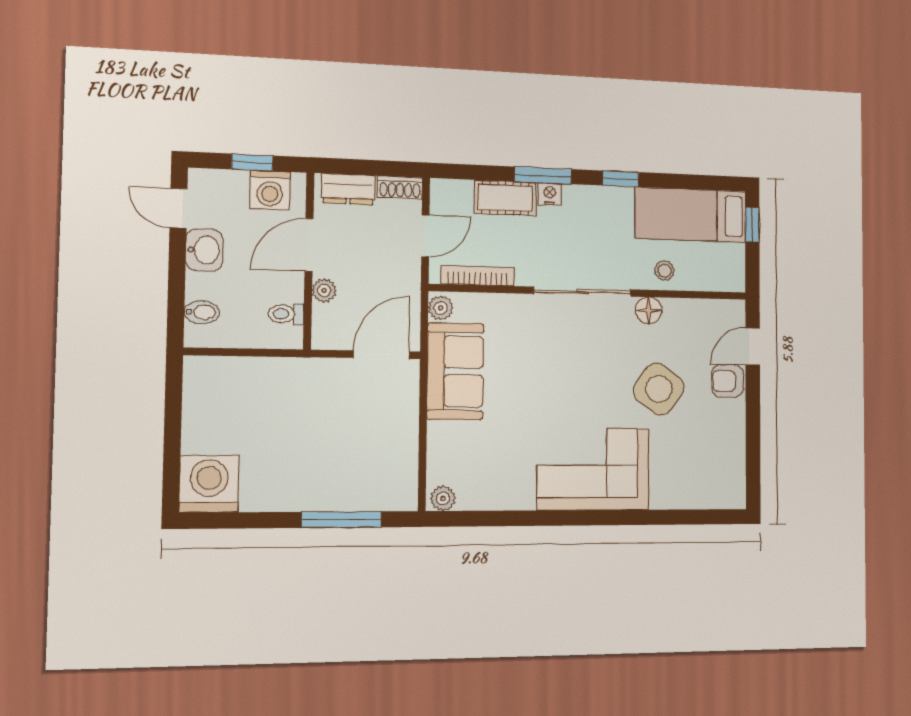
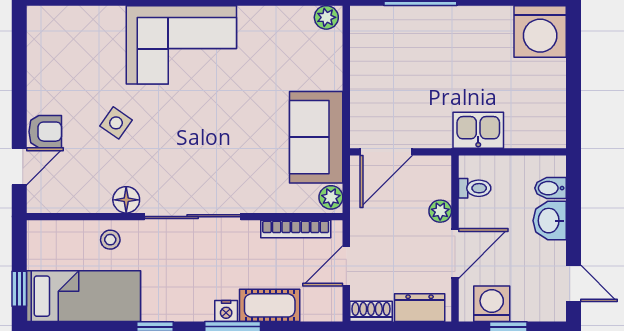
washbasin: (204, 250) -> (550, 221), moved
kitchen sink: (281, 376) -> (478, 130), added
side table: (659, 389) -> (116, 123), width x0.54, depth x0.54

